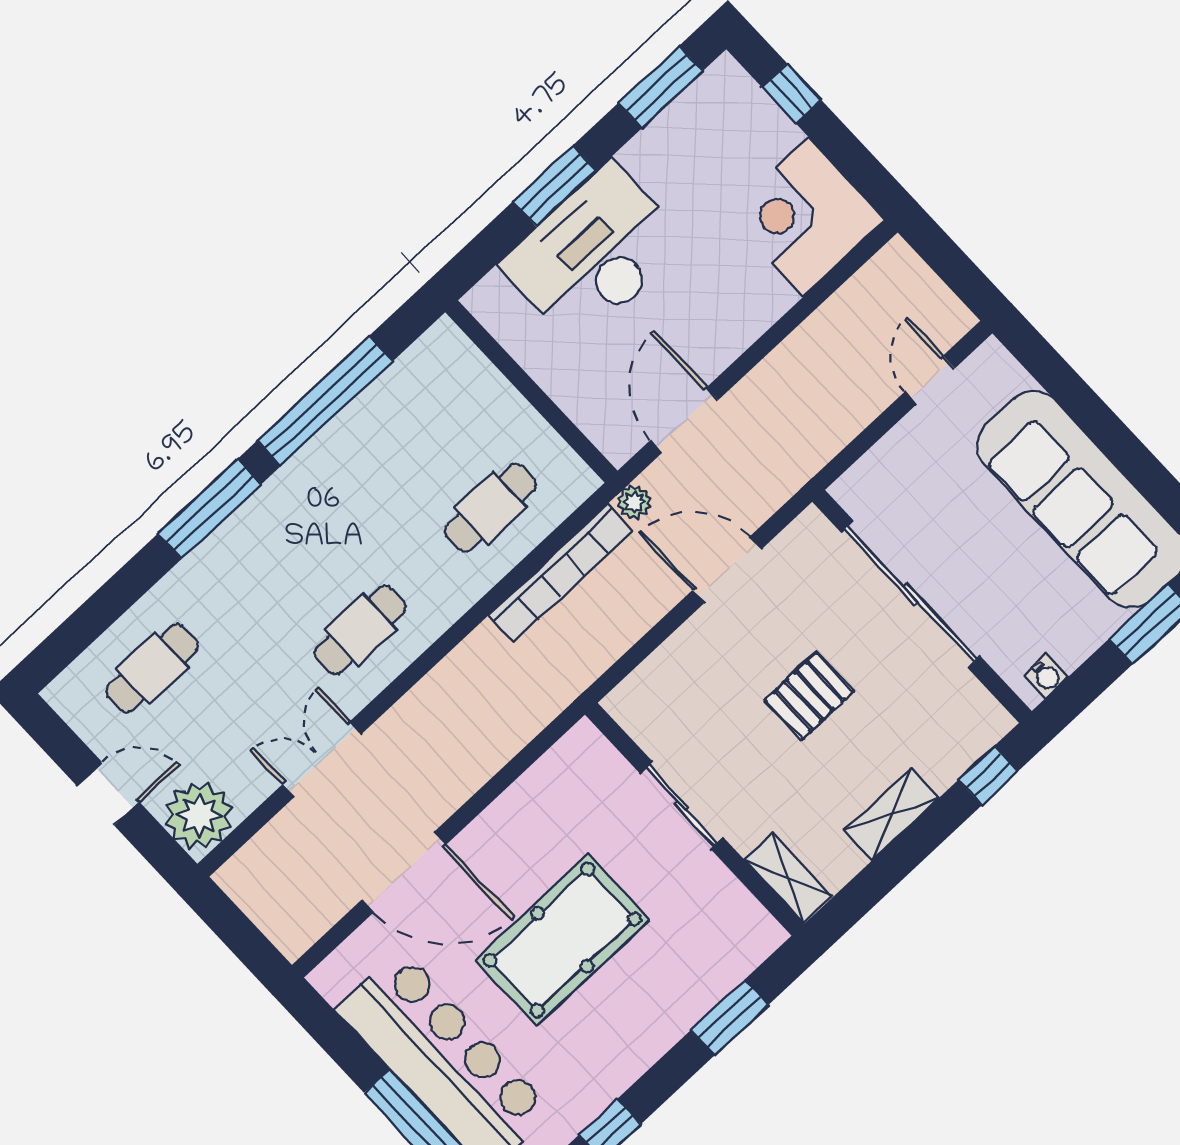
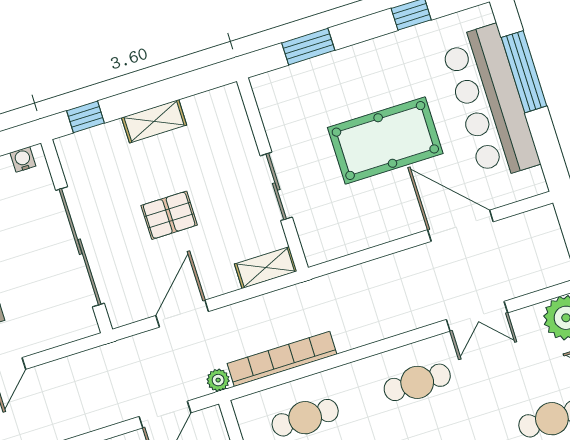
door: (727, 570) -> (182, 314), swing flipped
shelving: (788, 878) -> (266, 268), moved, turned 90

